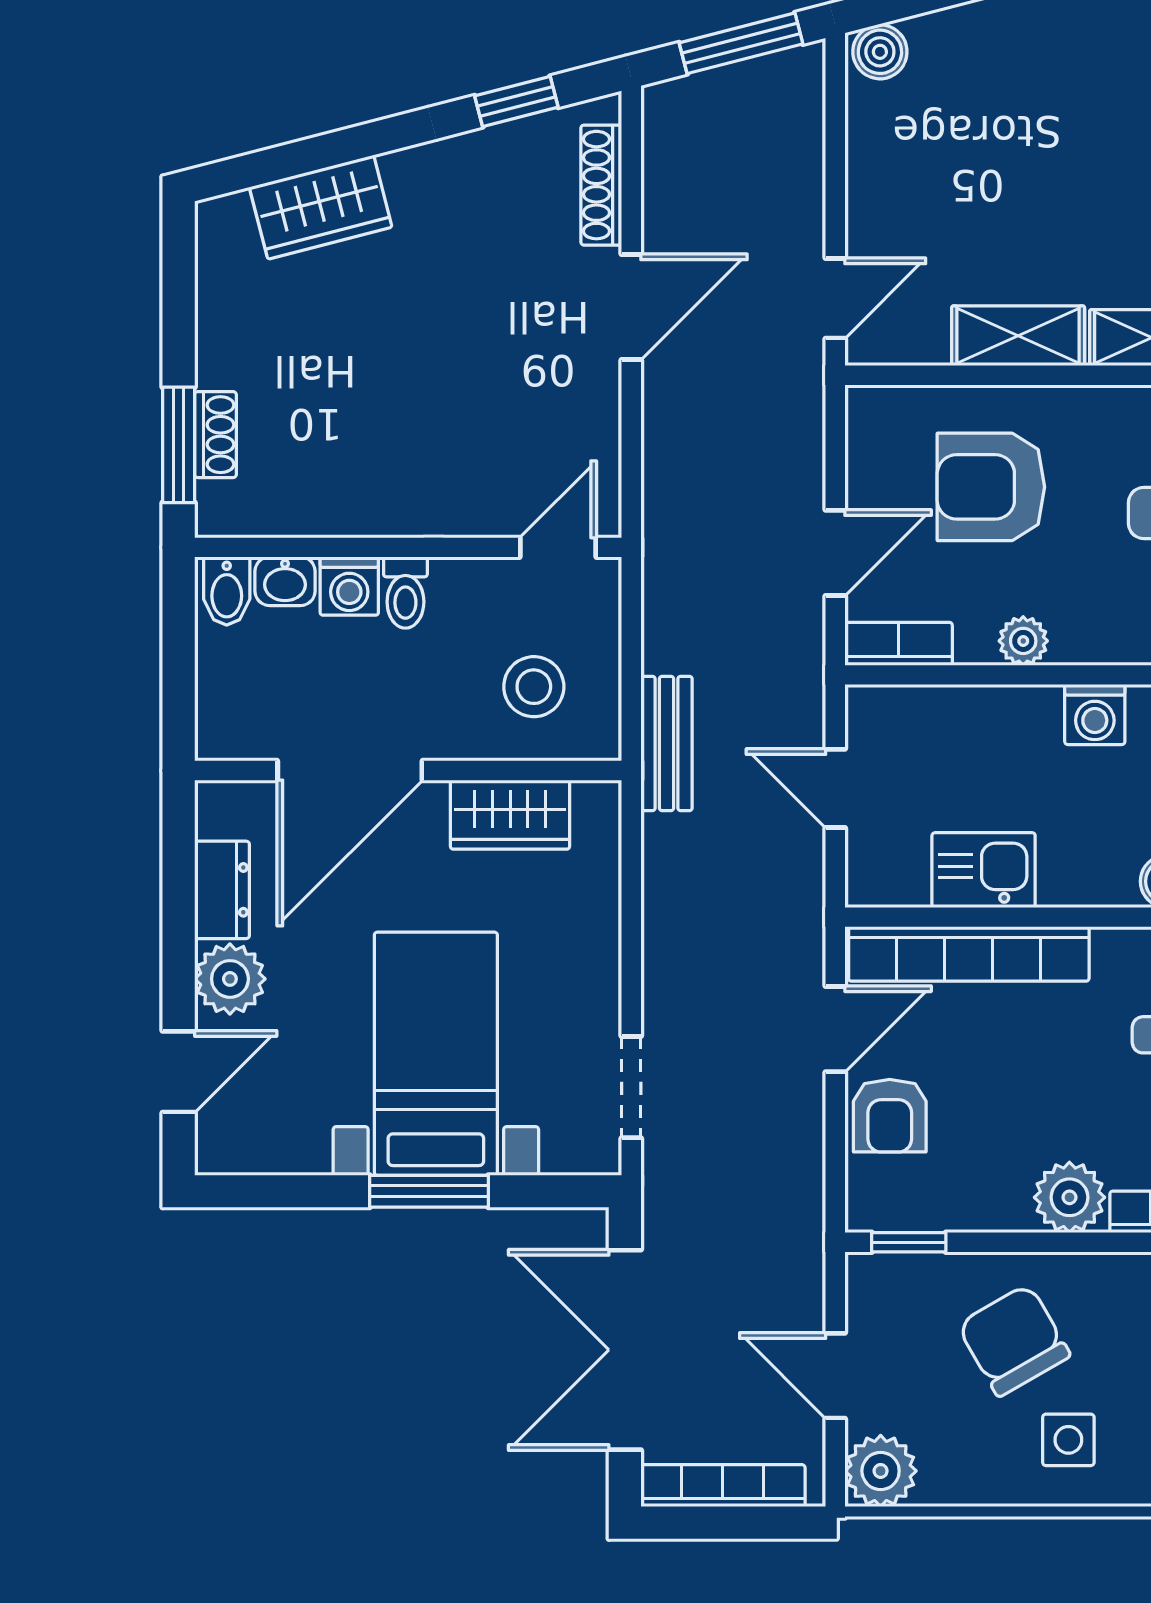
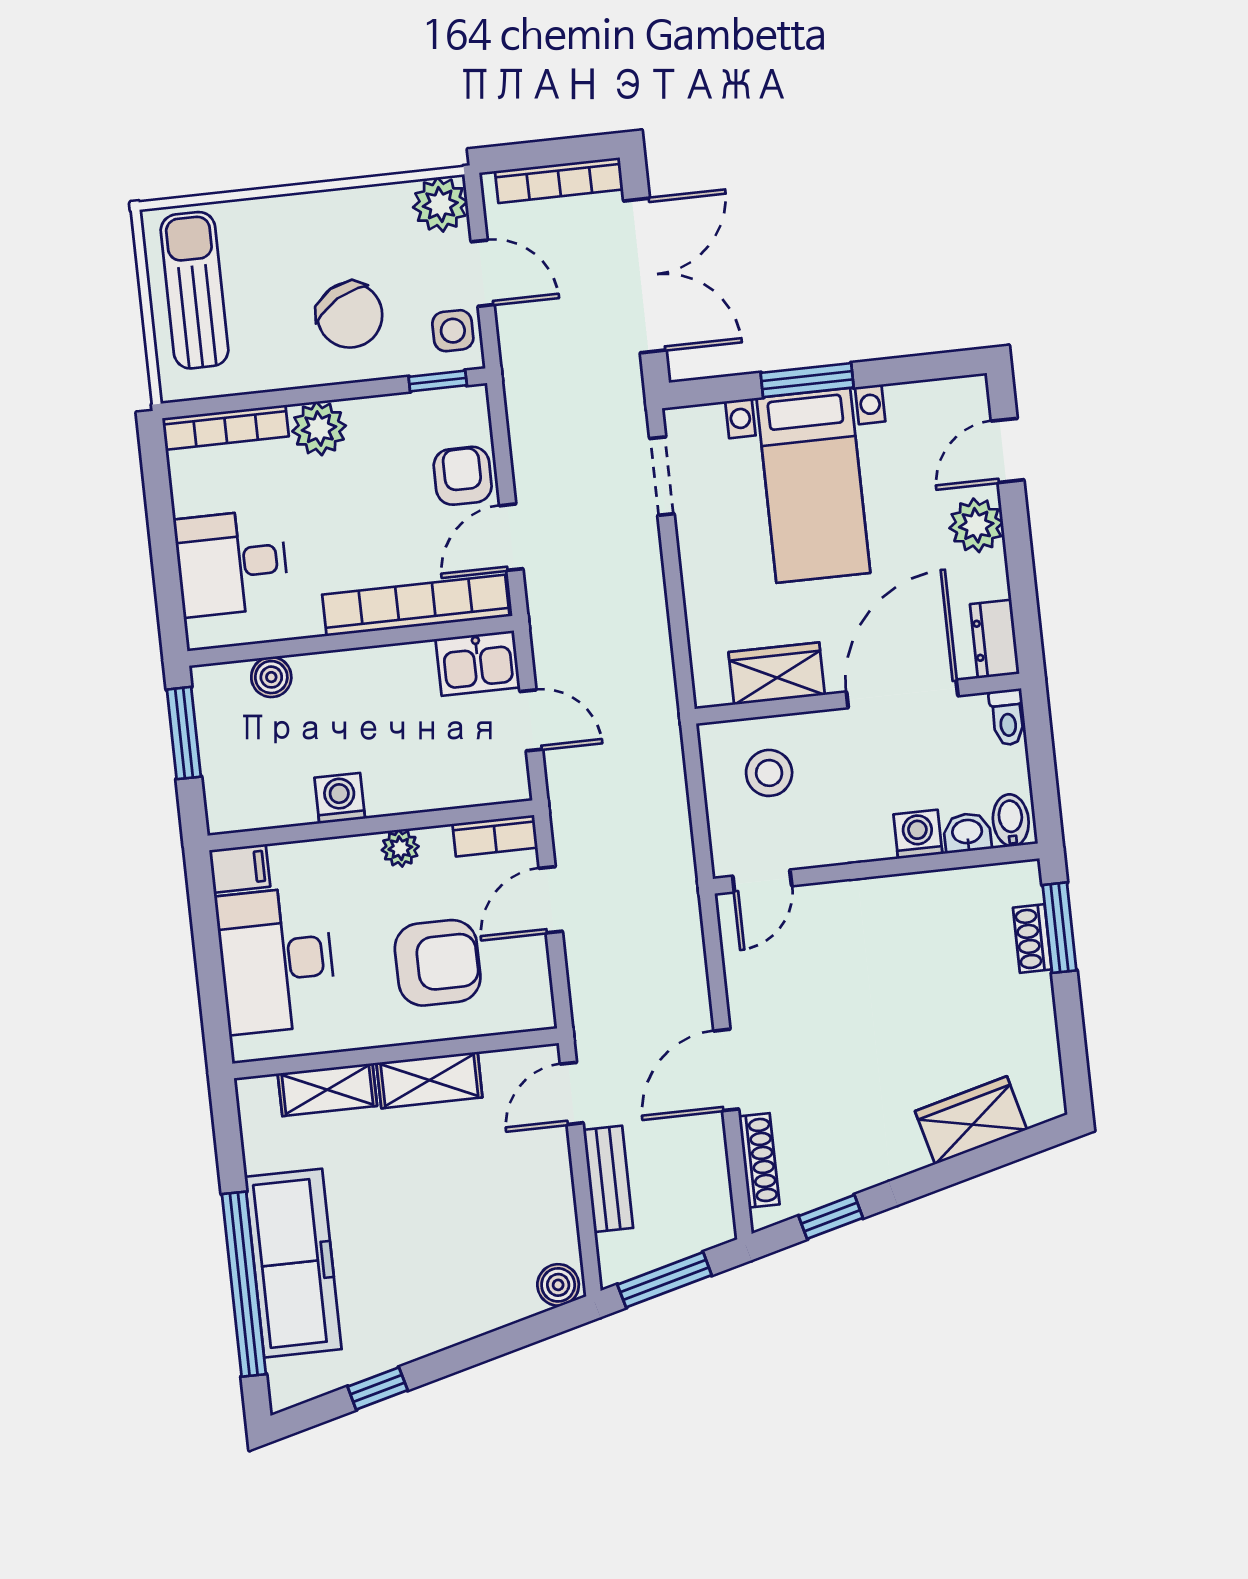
toilet: (405, 593) -> (1007, 717), moved, turned 180
bench: (666, 743) -> (608, 1179), moved
kitchen sink: (984, 870) -> (478, 663), moved
dresser: (222, 890) -> (995, 639), moved
side table: (1068, 1440) -> (453, 331), moved

